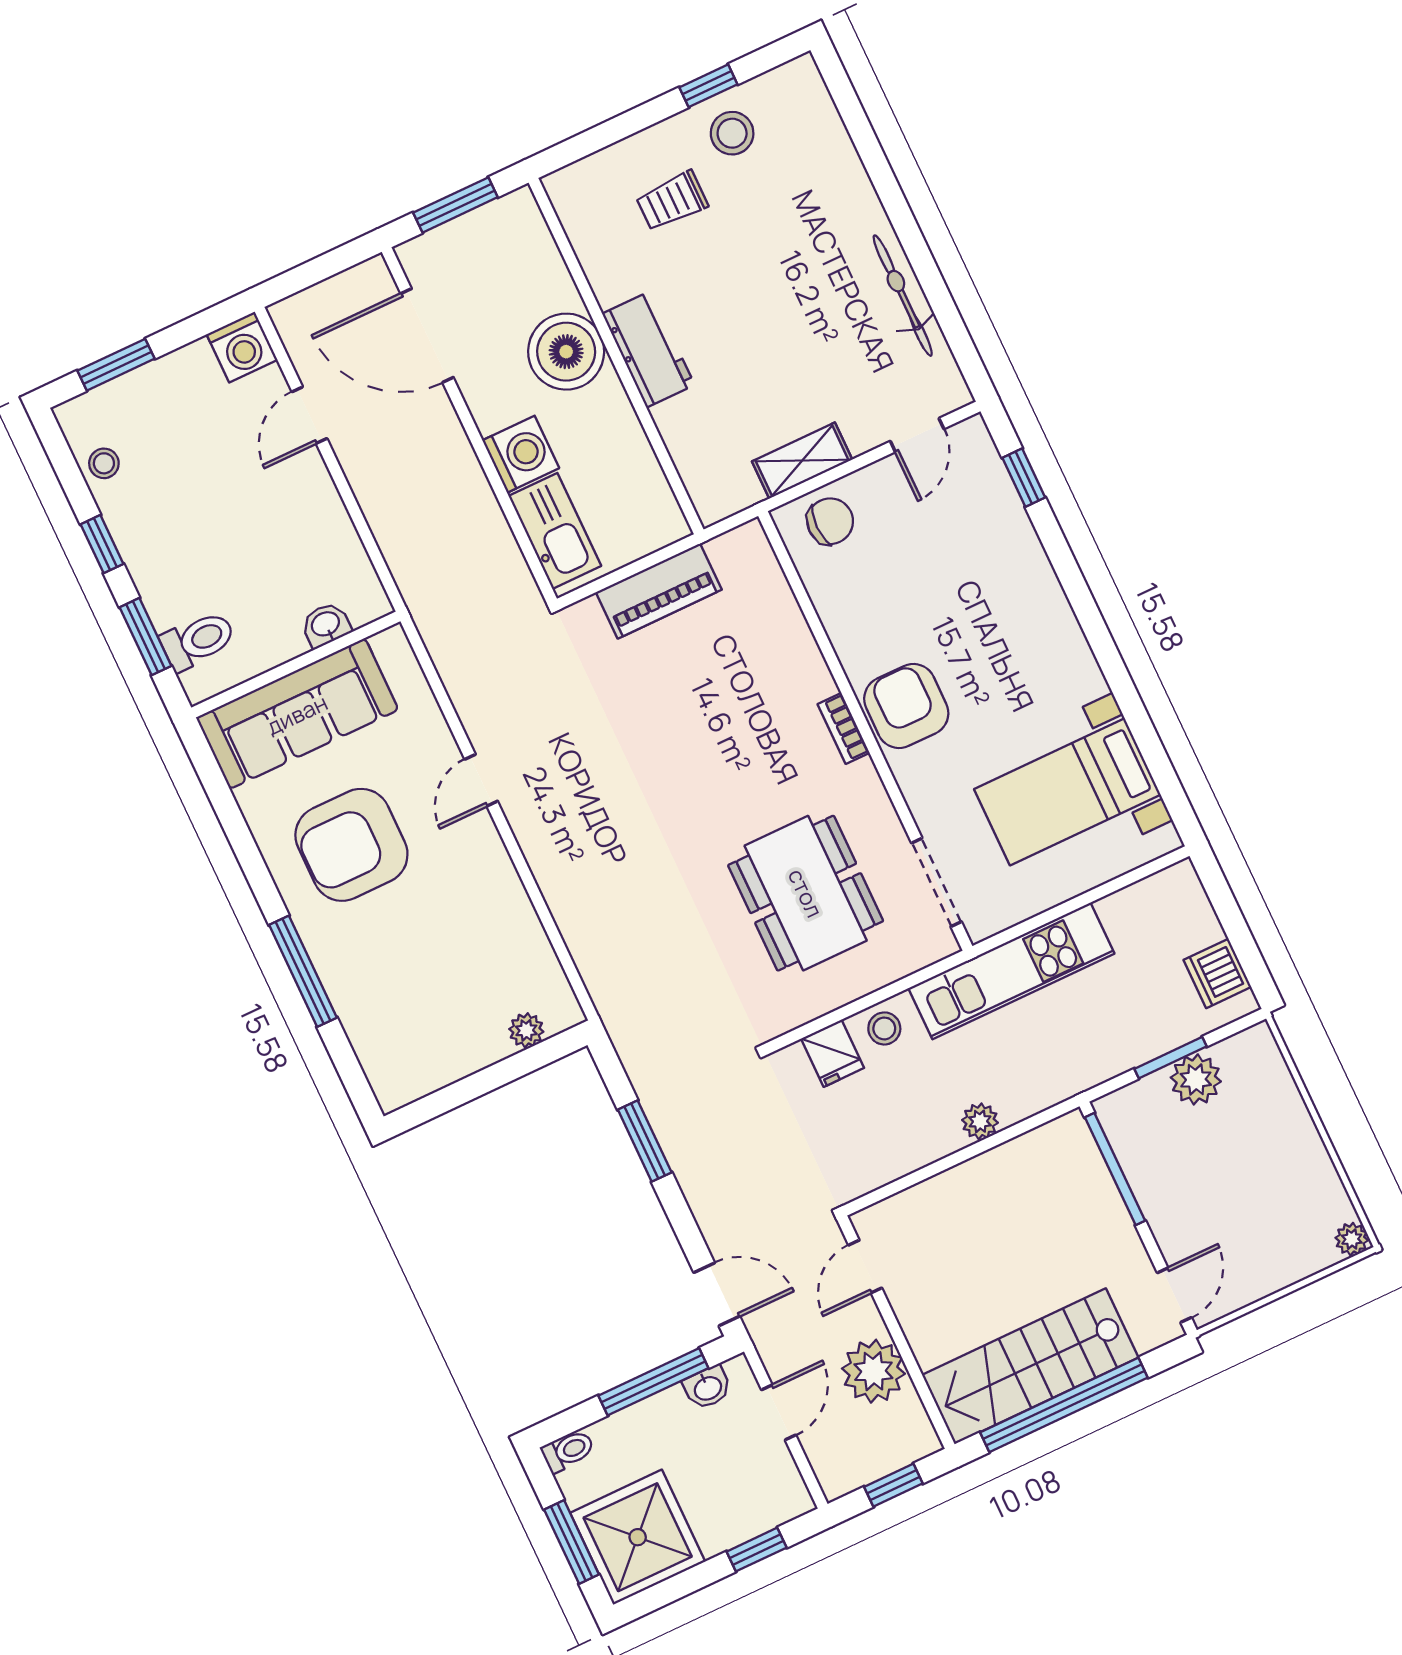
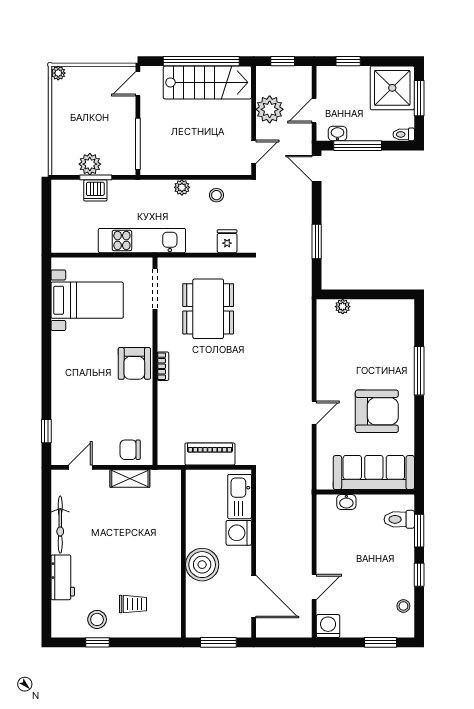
workbench: (648, 349) -> (63, 577), moved, turned 180
dishwasher: (1217, 973) -> (95, 190), moved, turned 90
stool: (884, 1028) -> (216, 195), moved

